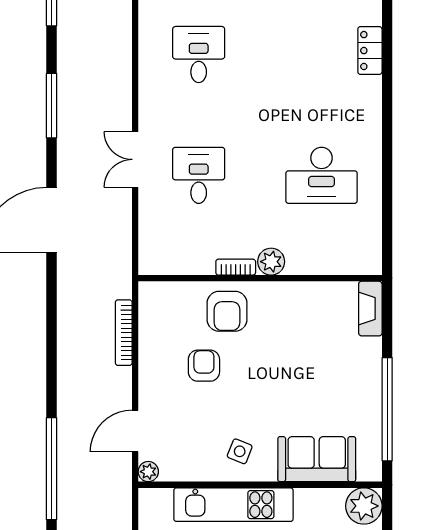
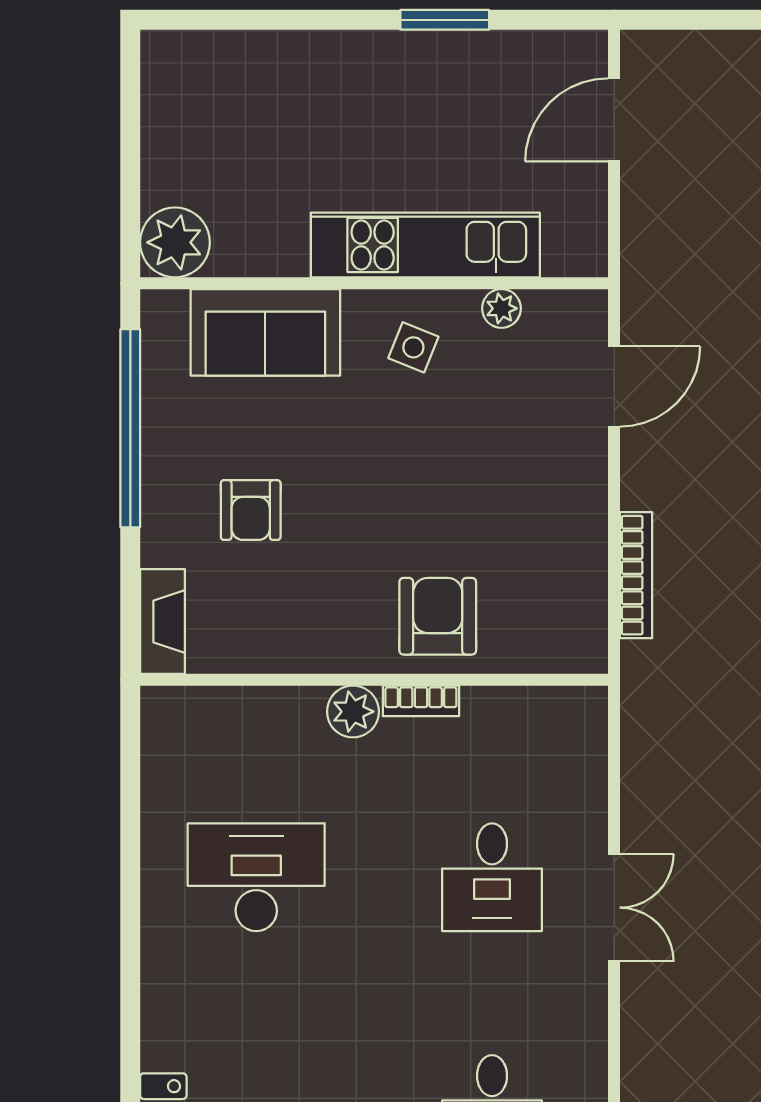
armchair: (204, 366) -> (251, 510), moved
plant: (148, 472) -> (501, 308), moved

